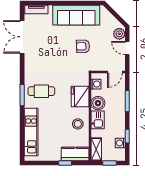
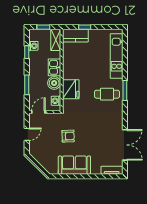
sofa: (76, 15) -> (74, 165), width x0.73
plant: (119, 34) -> (34, 148), removed
door: (127, 48) -> (27, 134), hinge flipped
stool: (78, 124) -> (73, 64), removed

